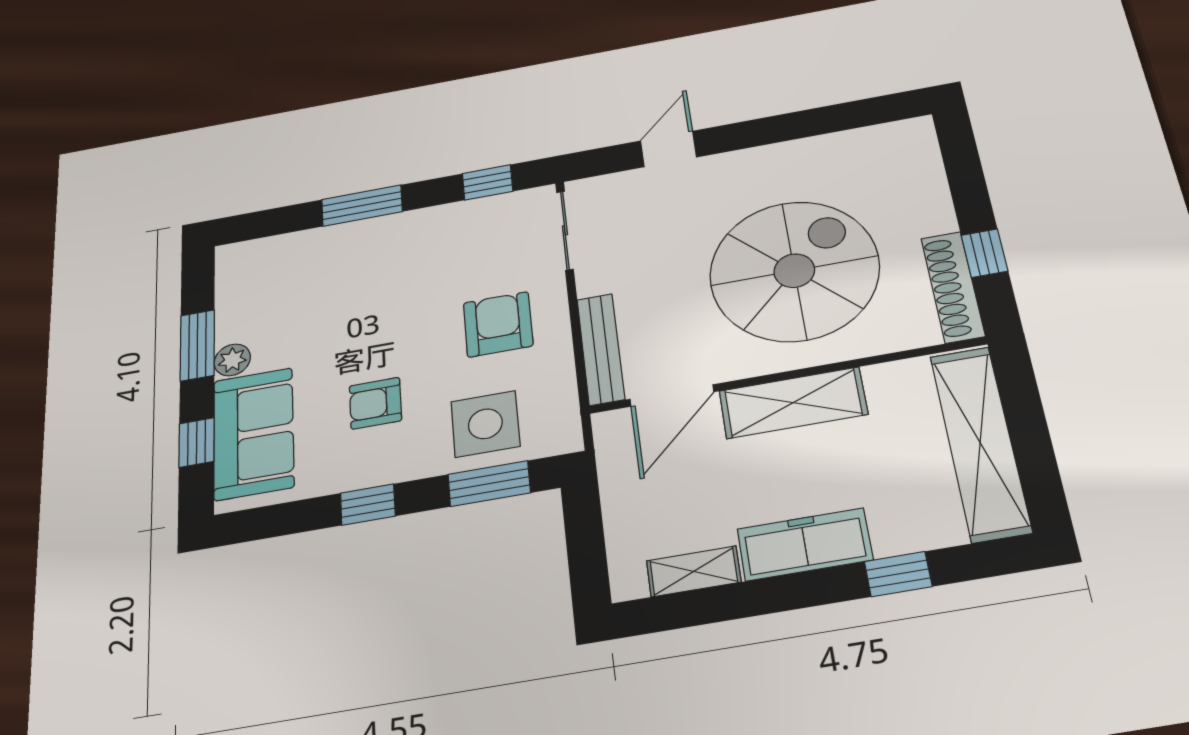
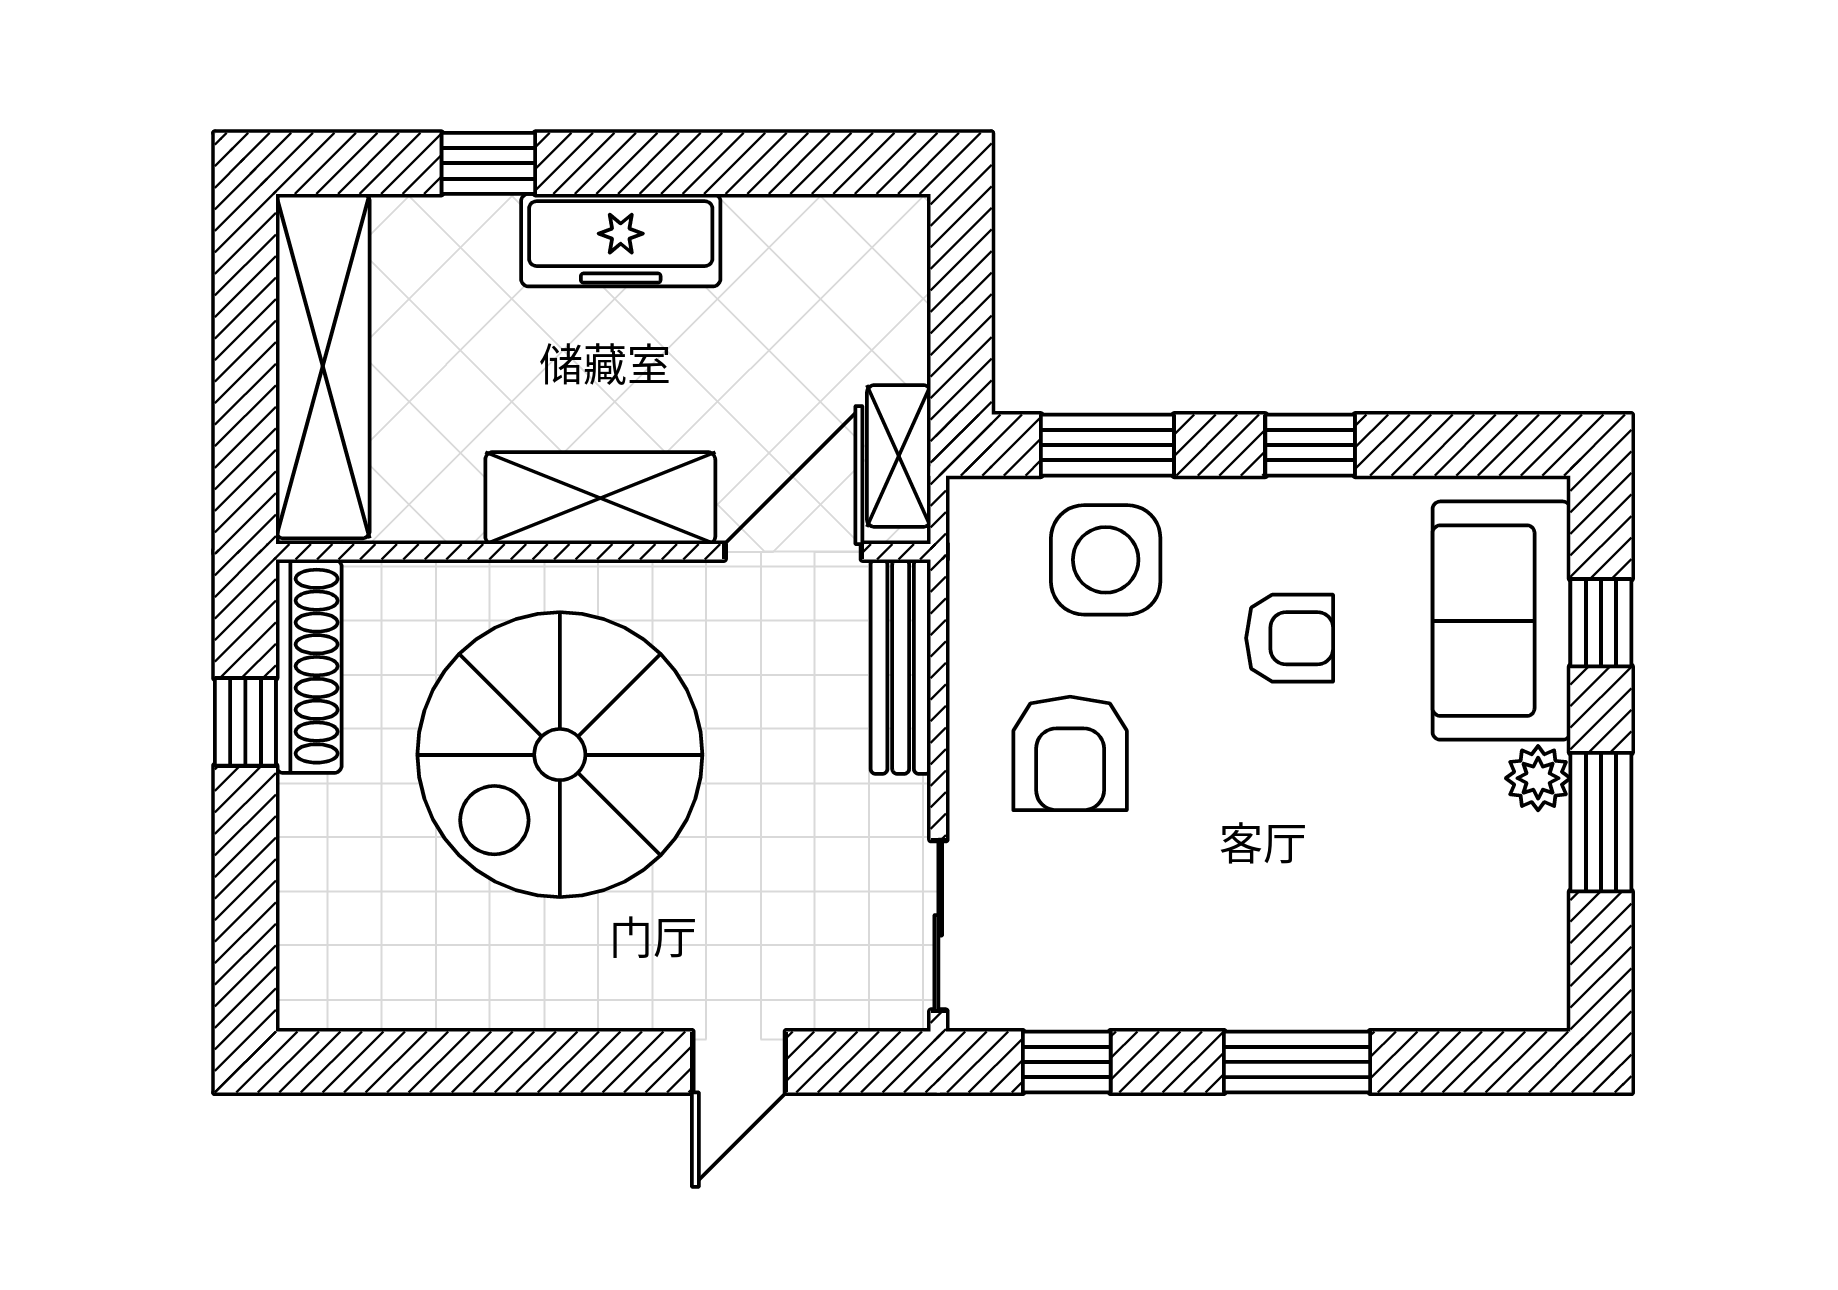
shelving: (694, 571) -> (899, 456), moved, turned 90

